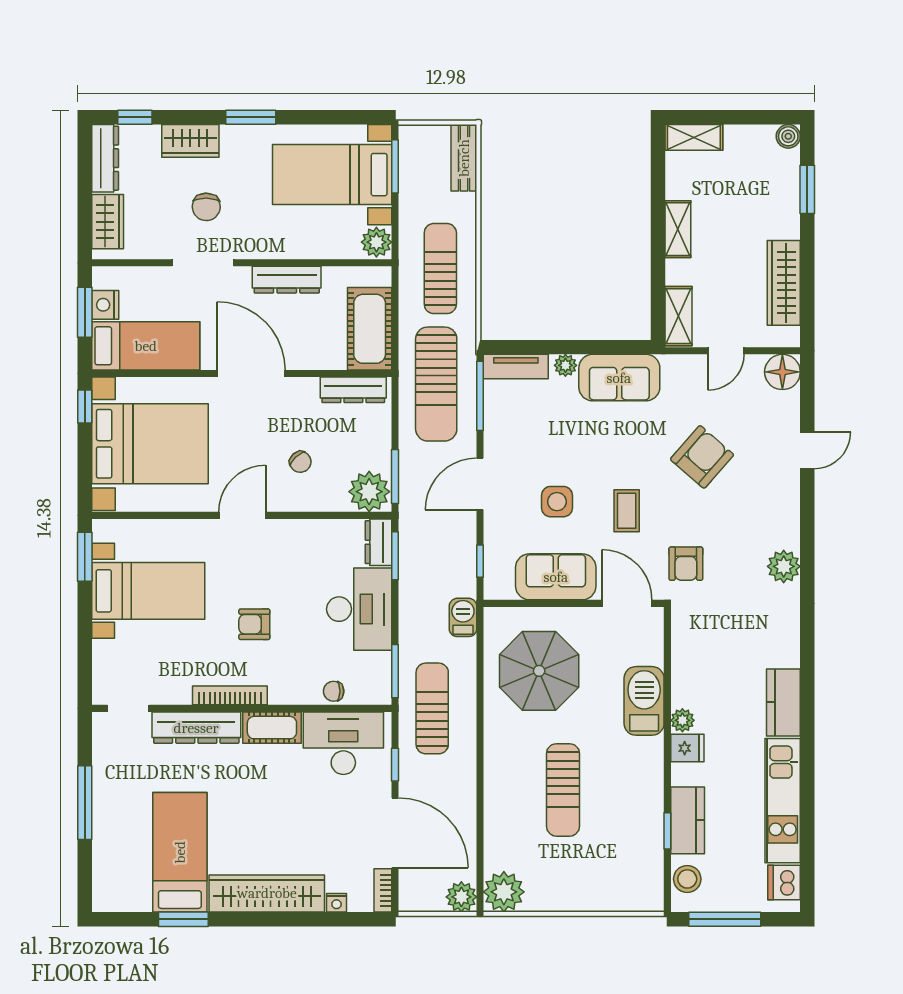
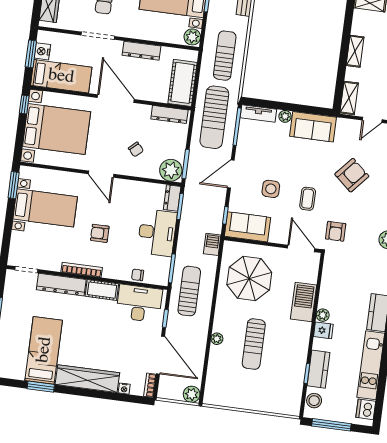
door: (242, 515) -> (101, 174), swing flipped
sofa: (556, 577) -> (248, 227), moved
plant: (504, 892) -> (217, 339), moved, width x0.53, depth x0.53

